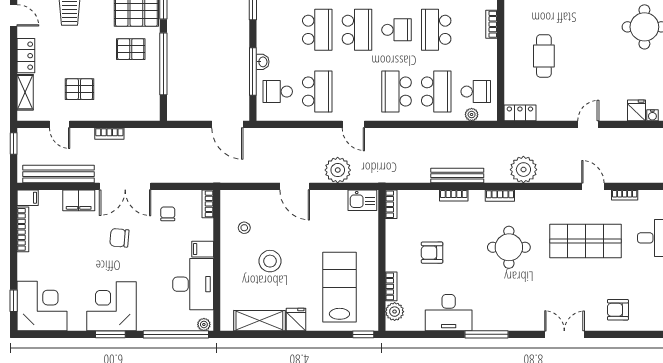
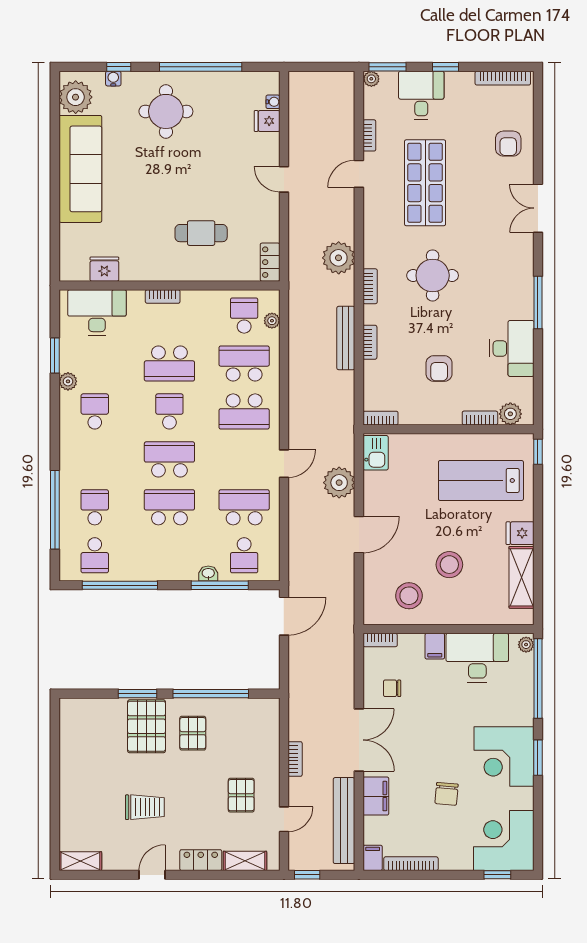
stool: (244, 228) -> (409, 596), width x1.89, depth x1.89
chair: (119, 238) -> (447, 794), moved

